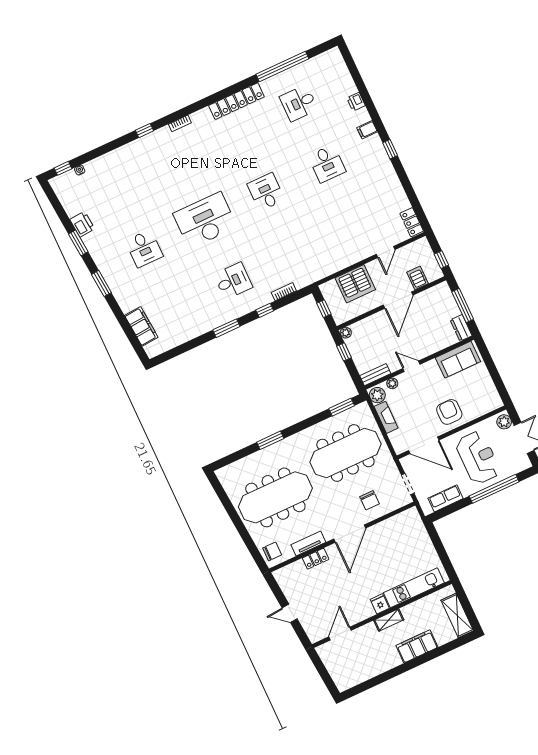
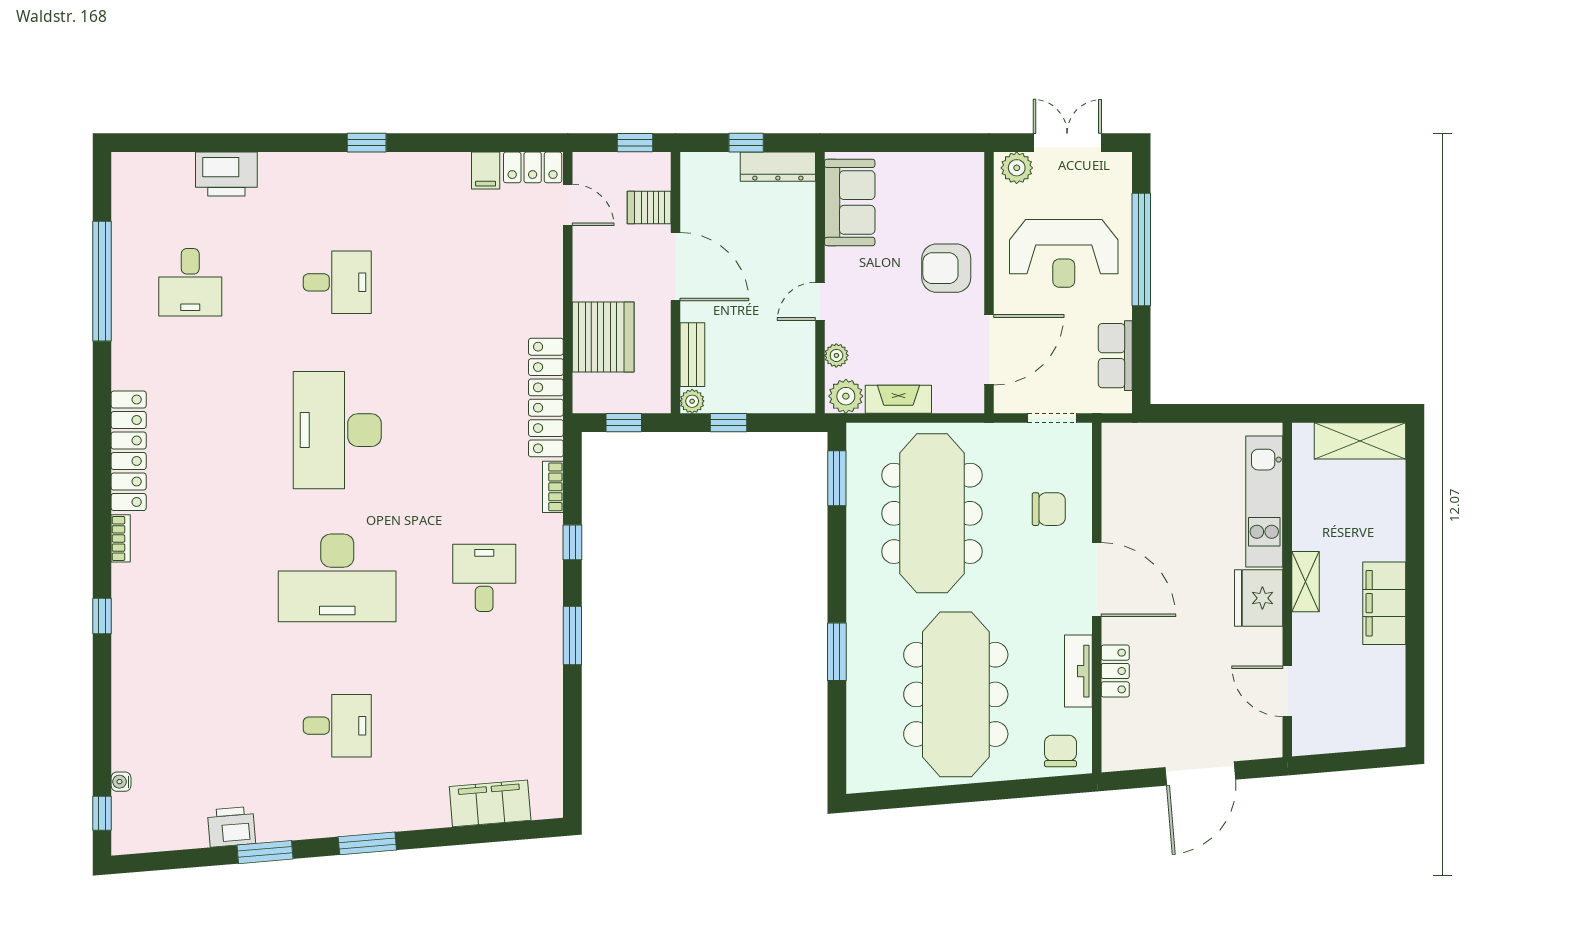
locker: (236, 101) -> (129, 451), moved
printer: (356, 102) -> (226, 174), width x1.87, depth x1.48
filing cabinet: (367, 130) -> (486, 171), moved
desk: (266, 192) -> (337, 430), width x1.87, depth x1.30
desk: (205, 220) -> (337, 578), turned -90
door: (386, 252) -> (568, 205), moved
locker: (319, 272) -> (546, 398), added
window: (463, 305) -> (746, 143), width x0.46
dresser: (461, 328) -> (778, 167), width x1.44
bench: (375, 375) -> (692, 355), moved
reception desk: (478, 458) -> (1064, 253), turned 180
fridge: (380, 604) -> (1259, 598), width x1.88, depth x1.34
door: (290, 613) -> (1200, 773), width x1.88
filing cabinet: (417, 646) -> (1384, 603), moved

